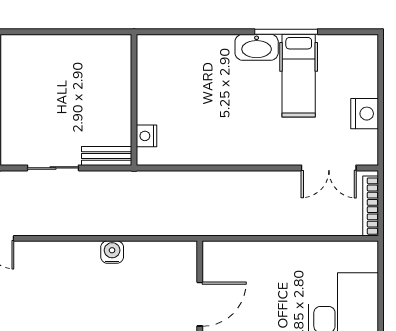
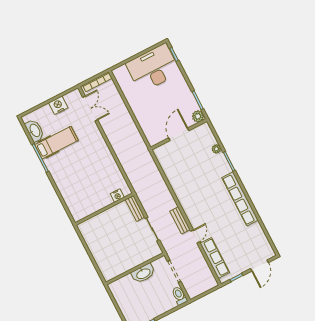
washbasin: (257, 47) -> (35, 131), moved
bench: (43, 226) -> (180, 220), added
water cooler: (112, 252) -> (176, 184), removed
door: (200, 304) -> (179, 134), hinge flipped

